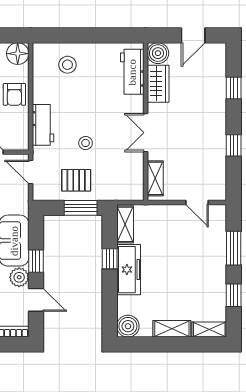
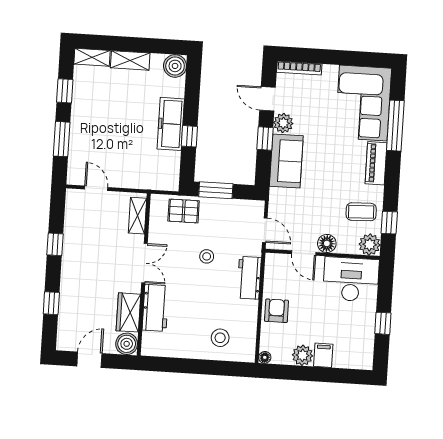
floor lamp: (18, 54) -> (265, 357), width x0.53, depth x0.53
workbench: (132, 72) -> (155, 308), moved
pallet: (76, 180) -> (184, 211), moved
shelving: (125, 224) -> (171, 170), removed

